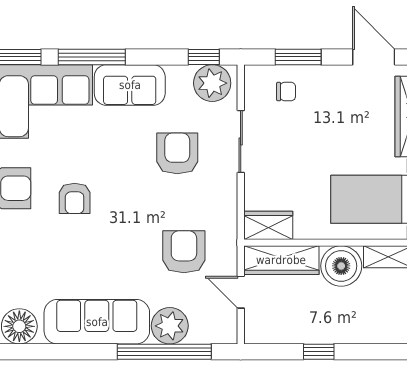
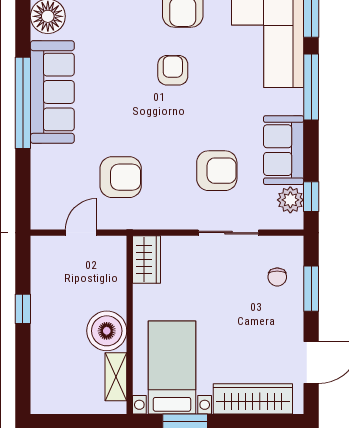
plant: (212, 83) -> (290, 200), width x0.73, depth x0.73
sofa: (130, 85) -> (284, 150), moved
armchair: (75, 198) -> (173, 70), turned 90
wardrobe: (281, 260) -> (112, 272), removed
plant: (170, 326) -> (48, 163), removed
window: (164, 352) -> (23, 103), moved

